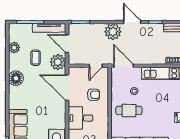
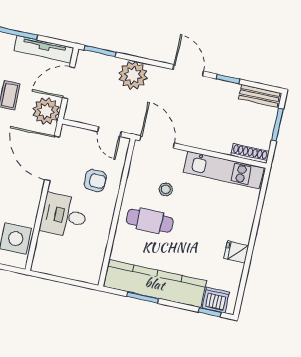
plant: (113, 32) -> (133, 75), moved
door: (67, 44) -> (69, 83), hinge flipped
door: (96, 66) -> (109, 132), hinge flipped

